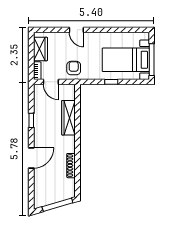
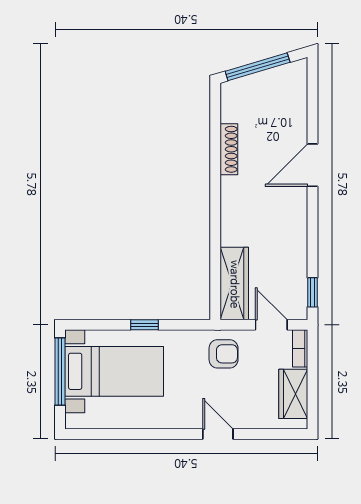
armchair: (74, 68) -> (224, 354), turned -90
wardrobe: (69, 118) -> (234, 284), moved
window: (31, 120) -> (312, 292), moved

